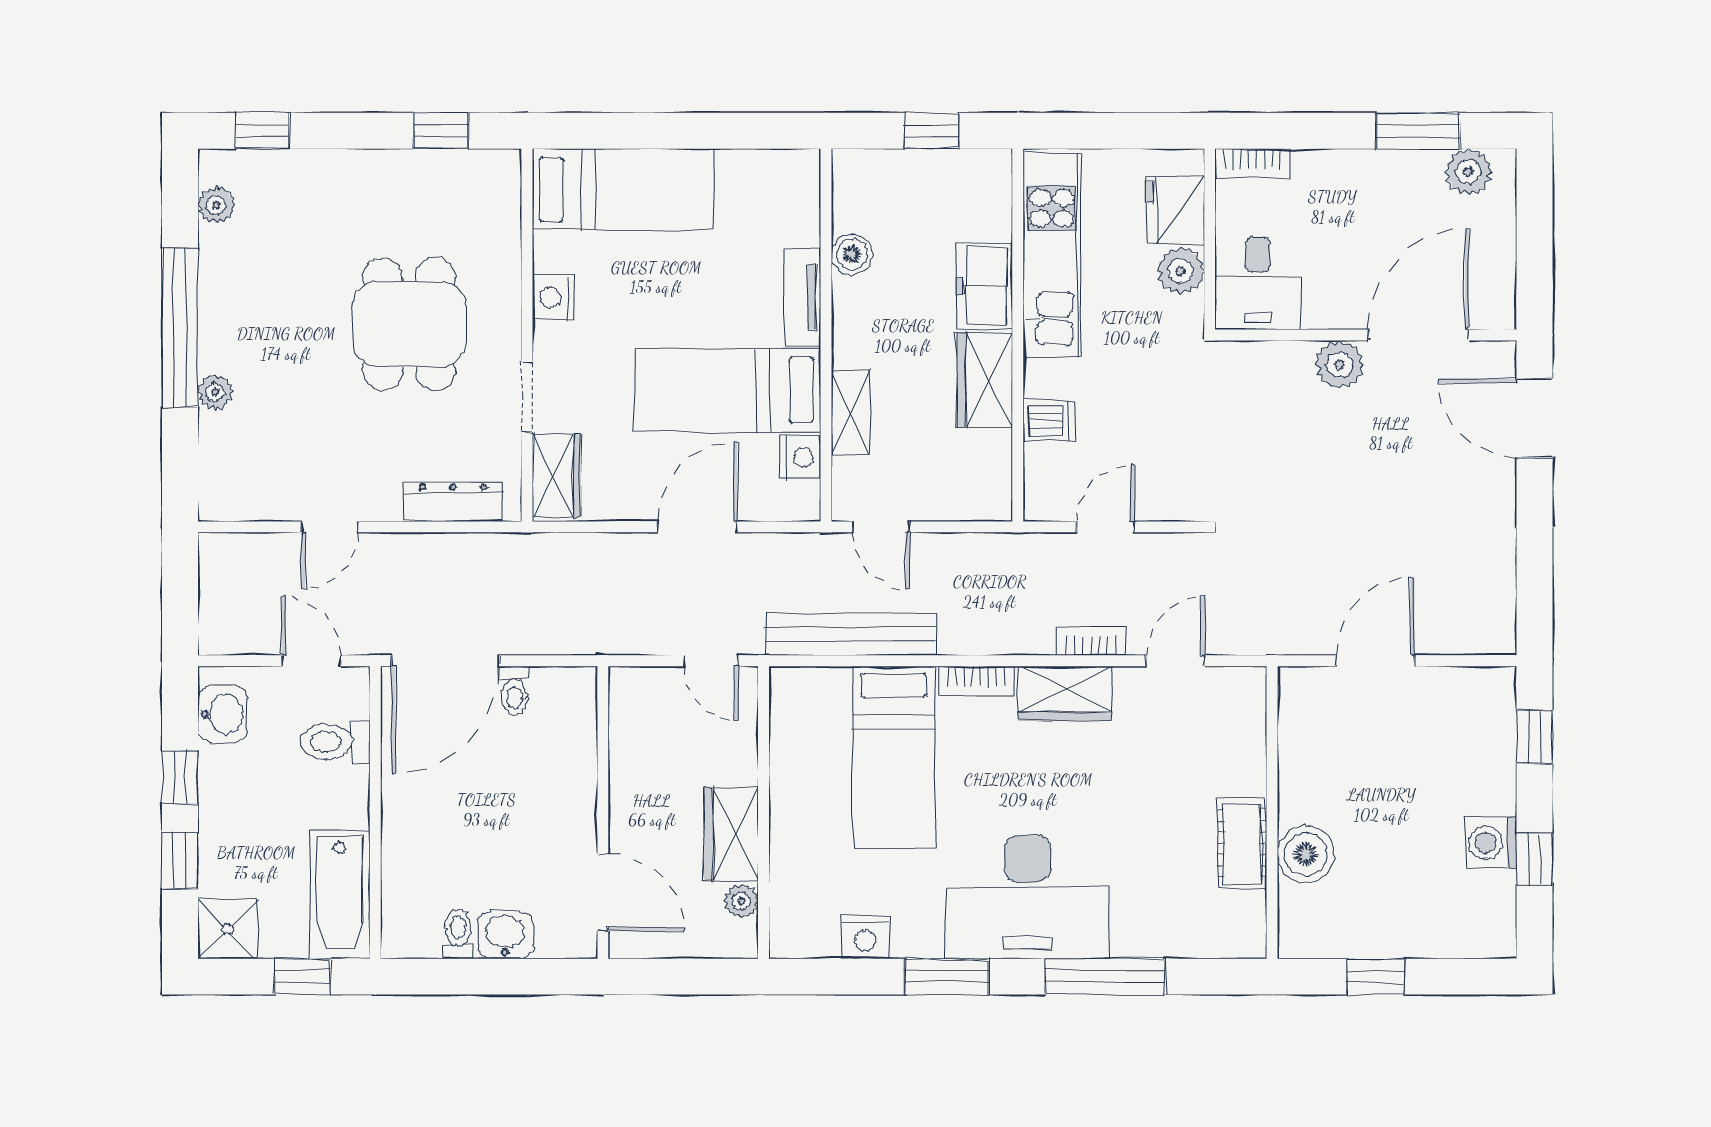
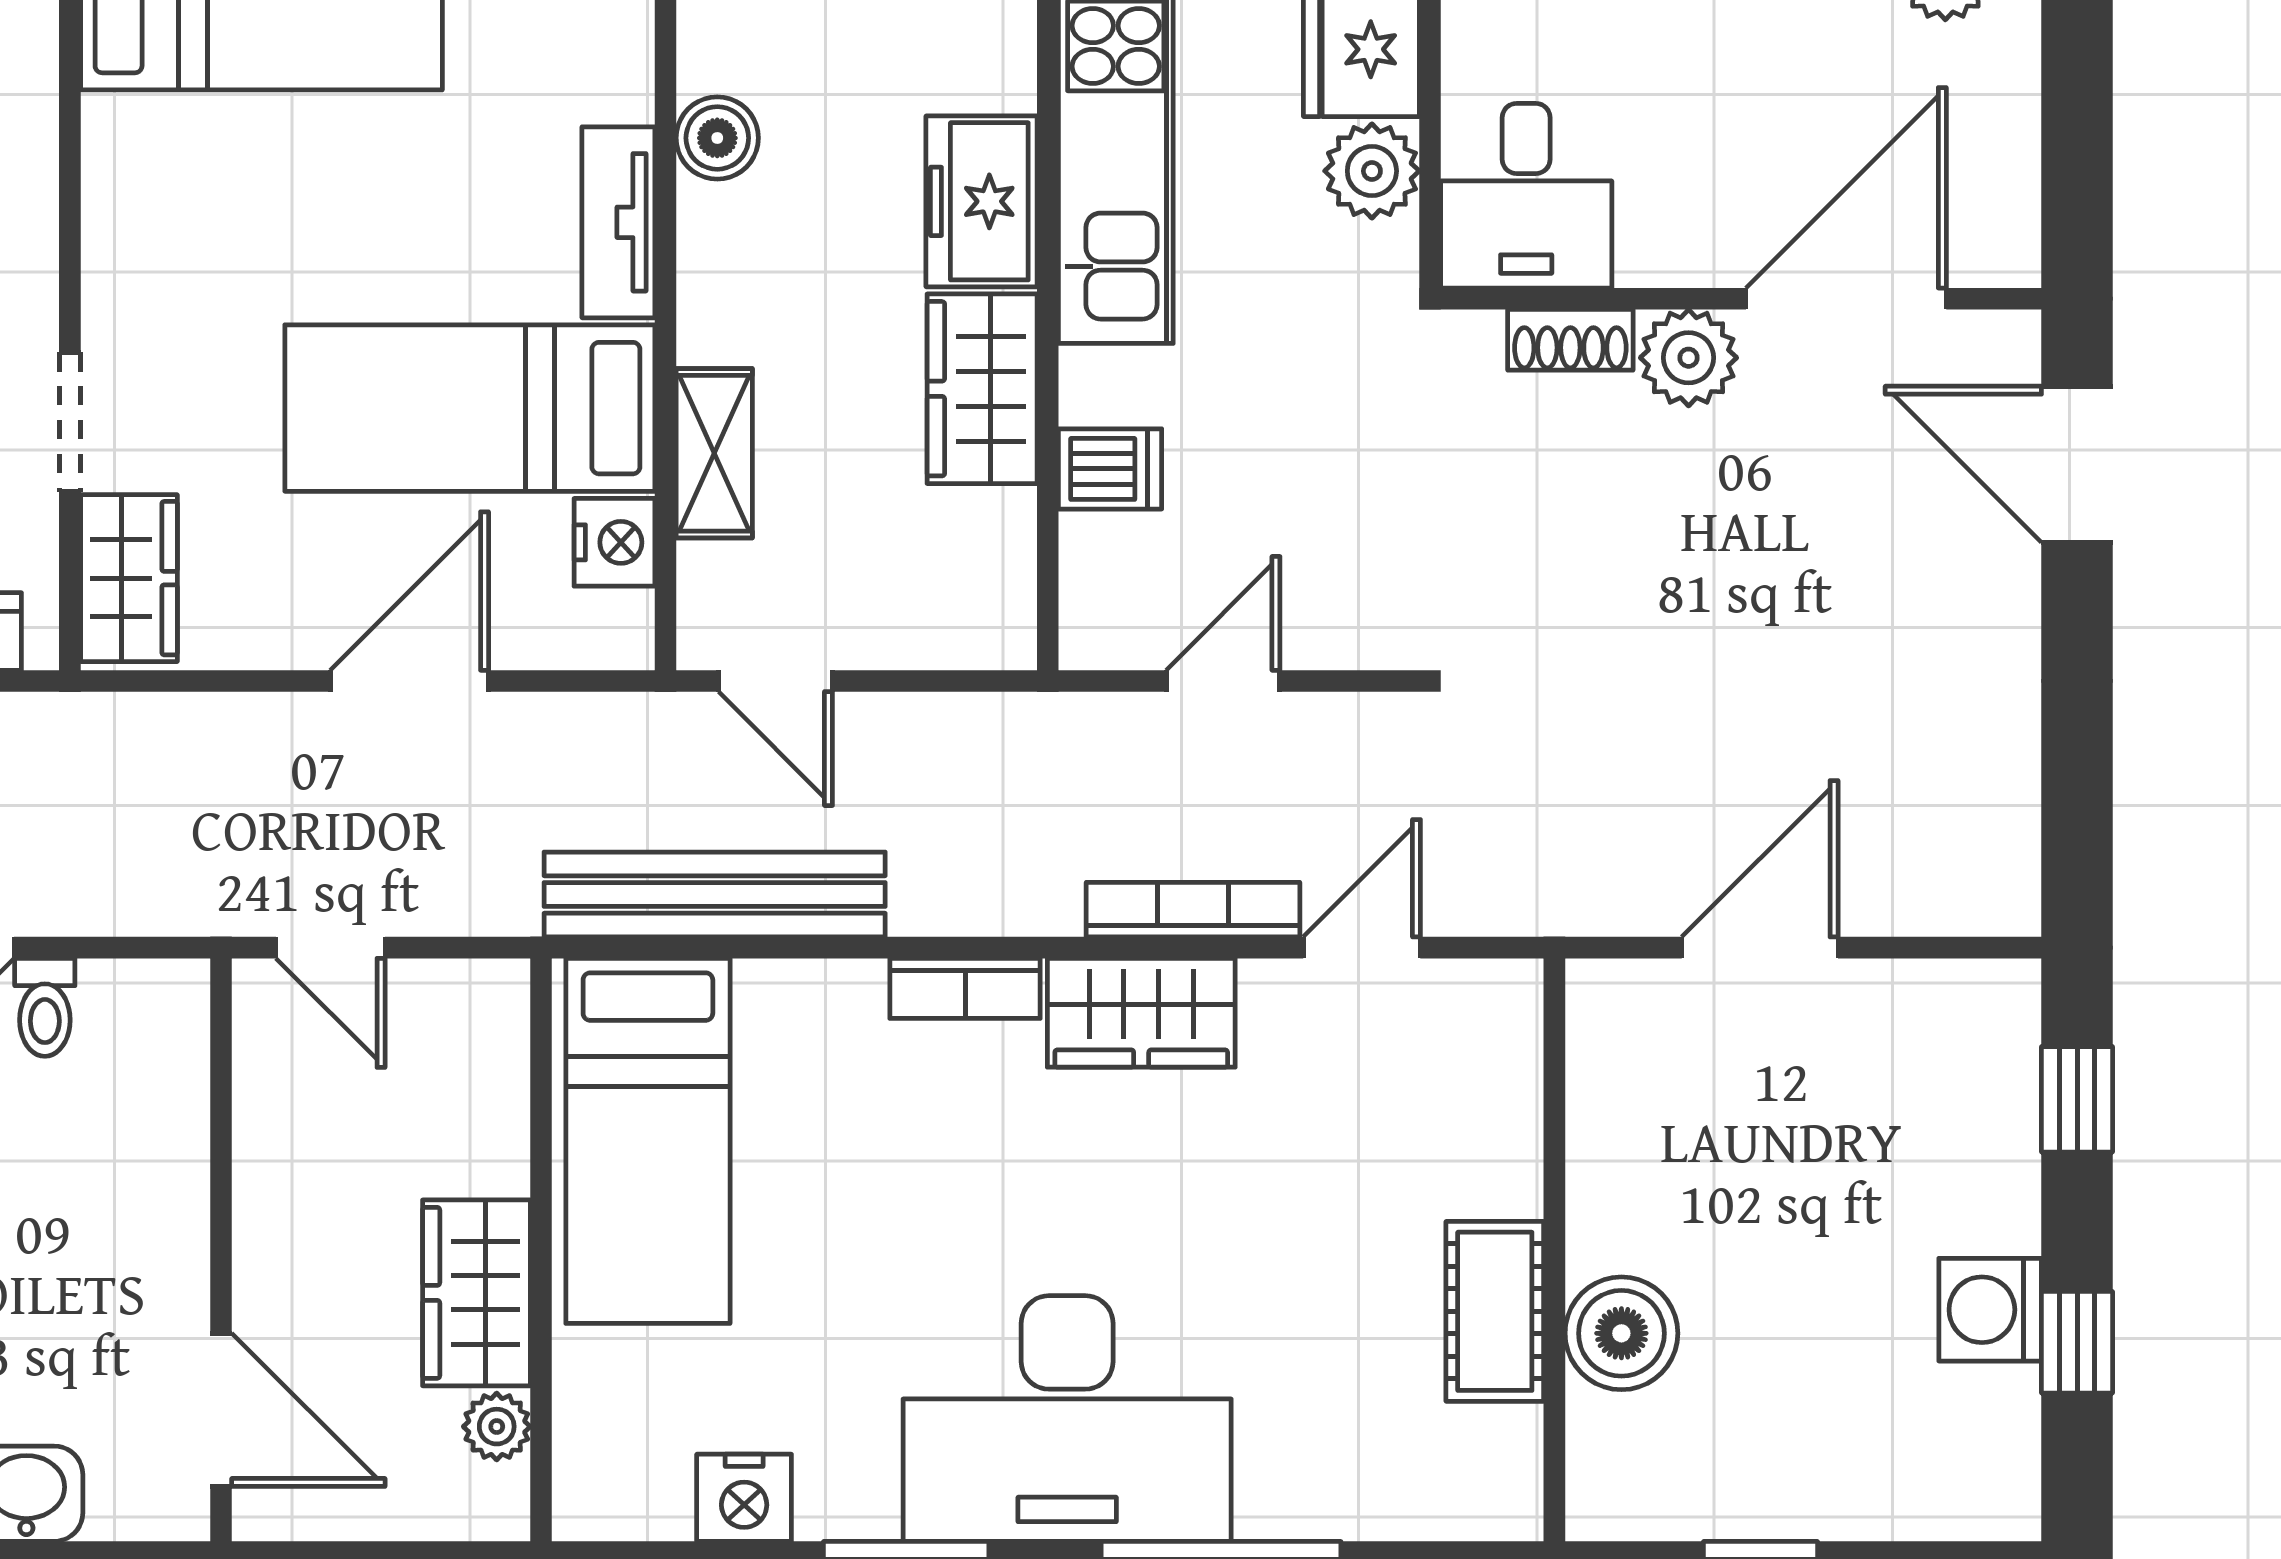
nightstand: (553, 297) -> (122, 224), removed
shoe rack: (1280, 356) -> (1570, 340), added
bookcase: (1091, 642) -> (1193, 910), width x1.56
door: (711, 661) -> (330, 948), moved
bed: (894, 758) -> (648, 1141), moved

